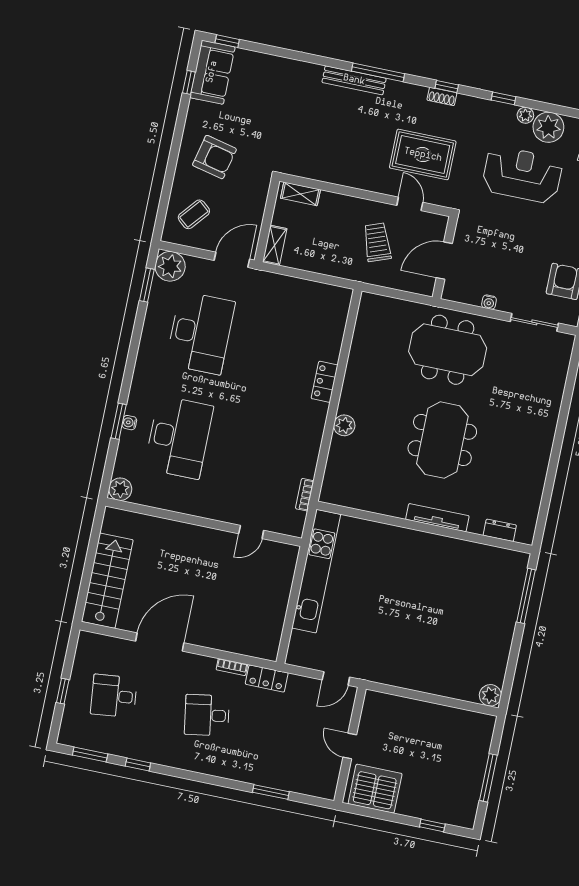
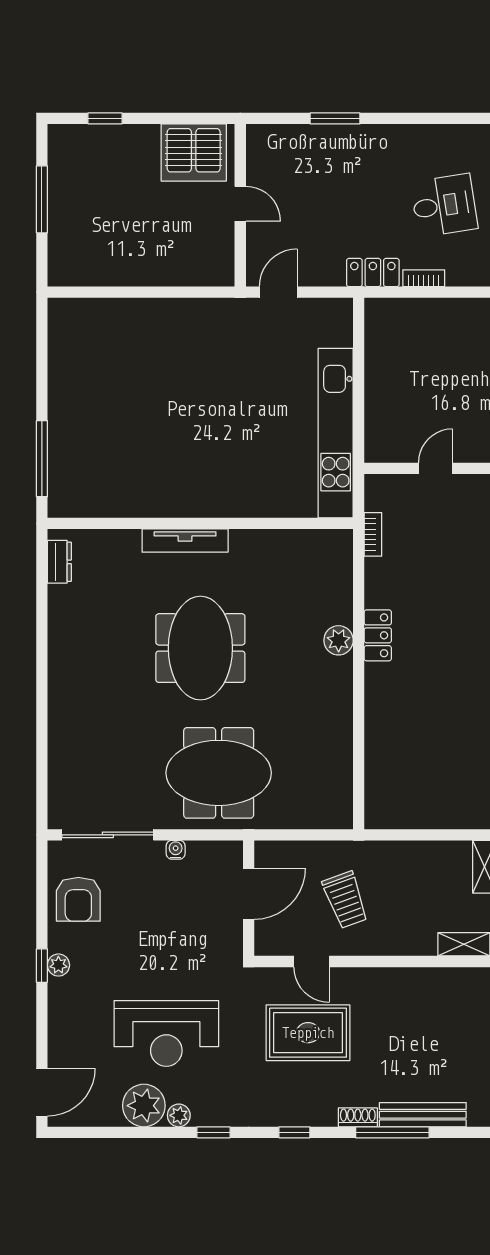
shoe rack: (442, 97) -> (358, 1117), moved
sliding door: (534, 322) -> (108, 835), width x1.37
locker: (325, 382) -> (378, 635), moved
dresser: (500, 530) -> (59, 562), moved, turned -90
plant: (490, 695) -> (63, 313), removed

